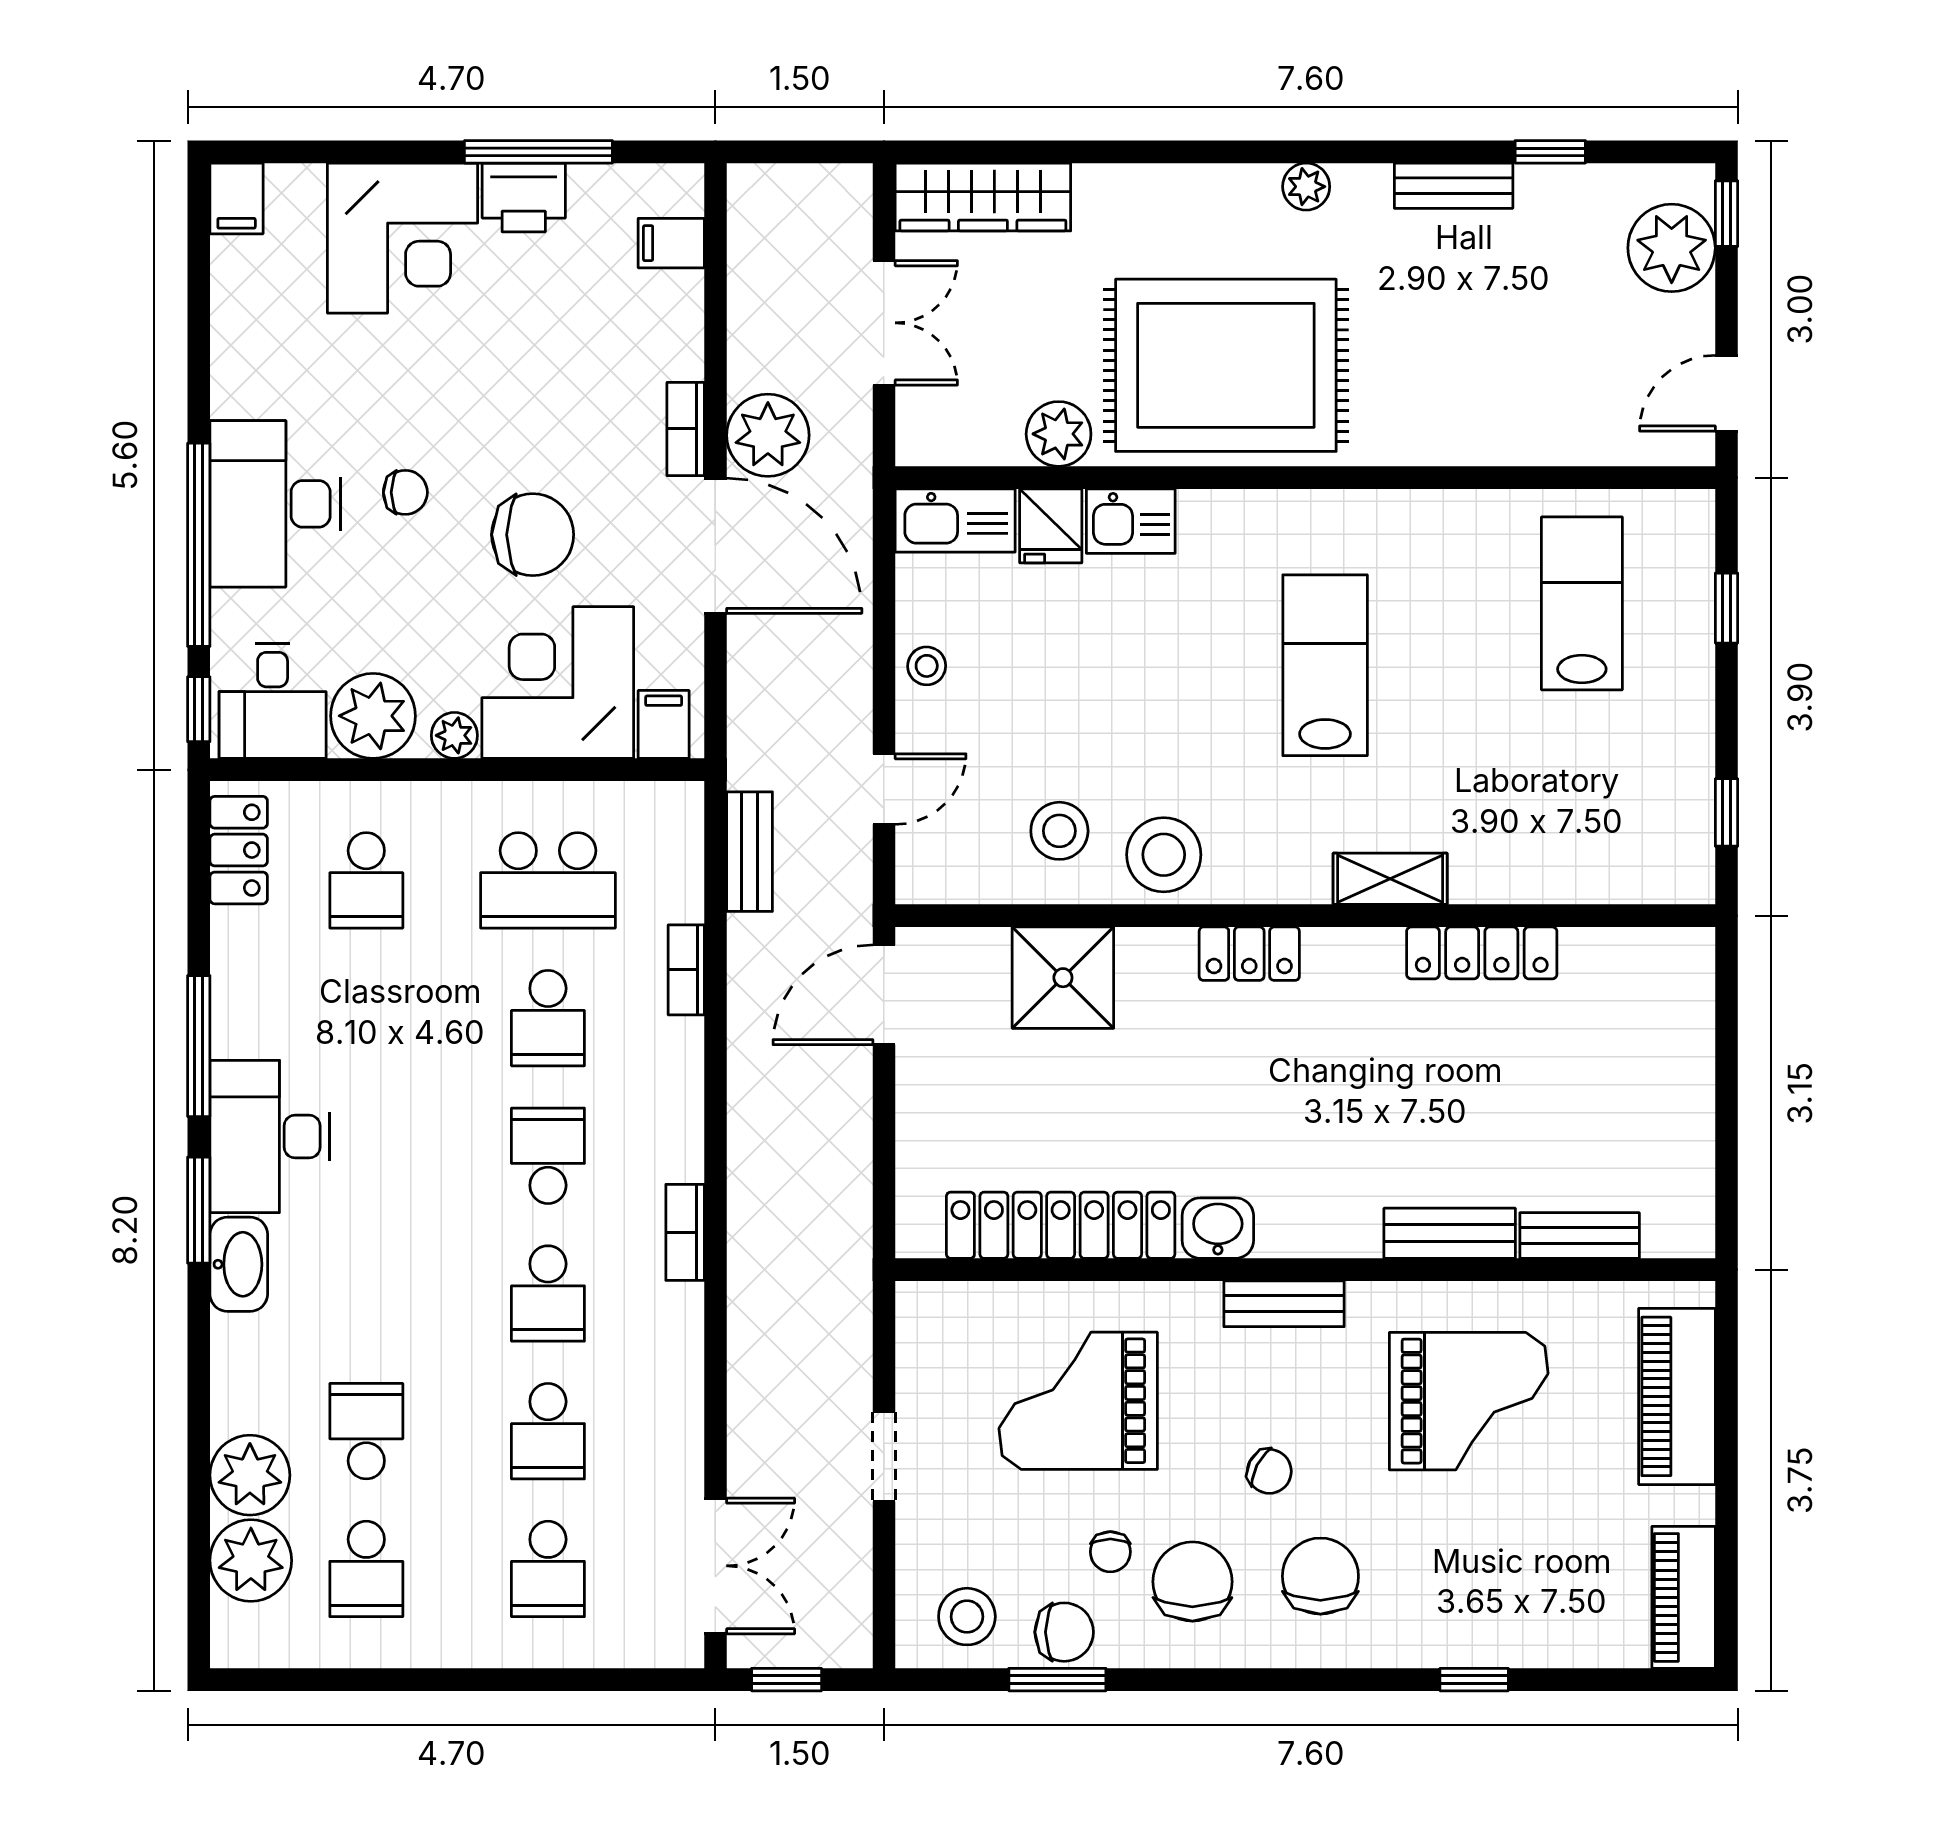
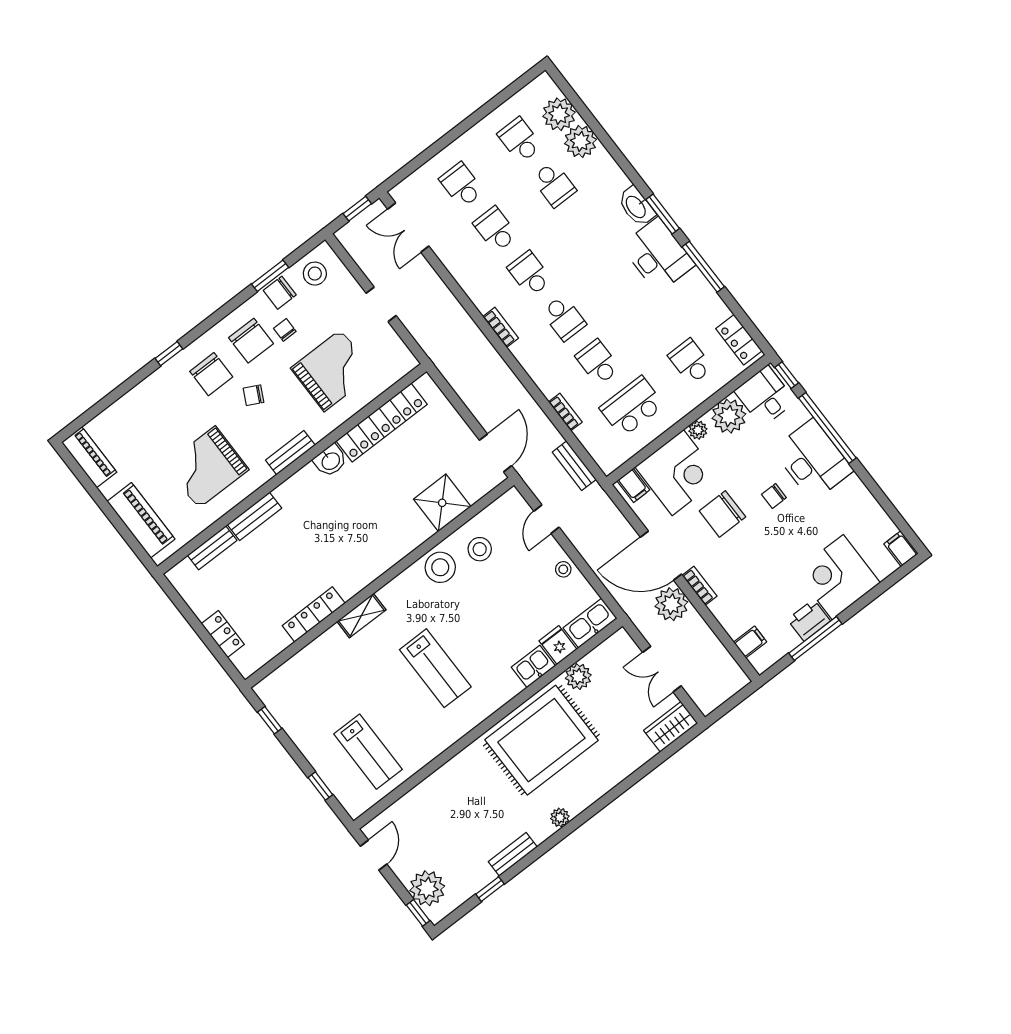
wardrobe: (983, 197) -> (671, 727), width x0.67
locker: (1249, 954) -> (223, 634), moved, turned 90
window: (1474, 1680) -> (169, 354), moved

